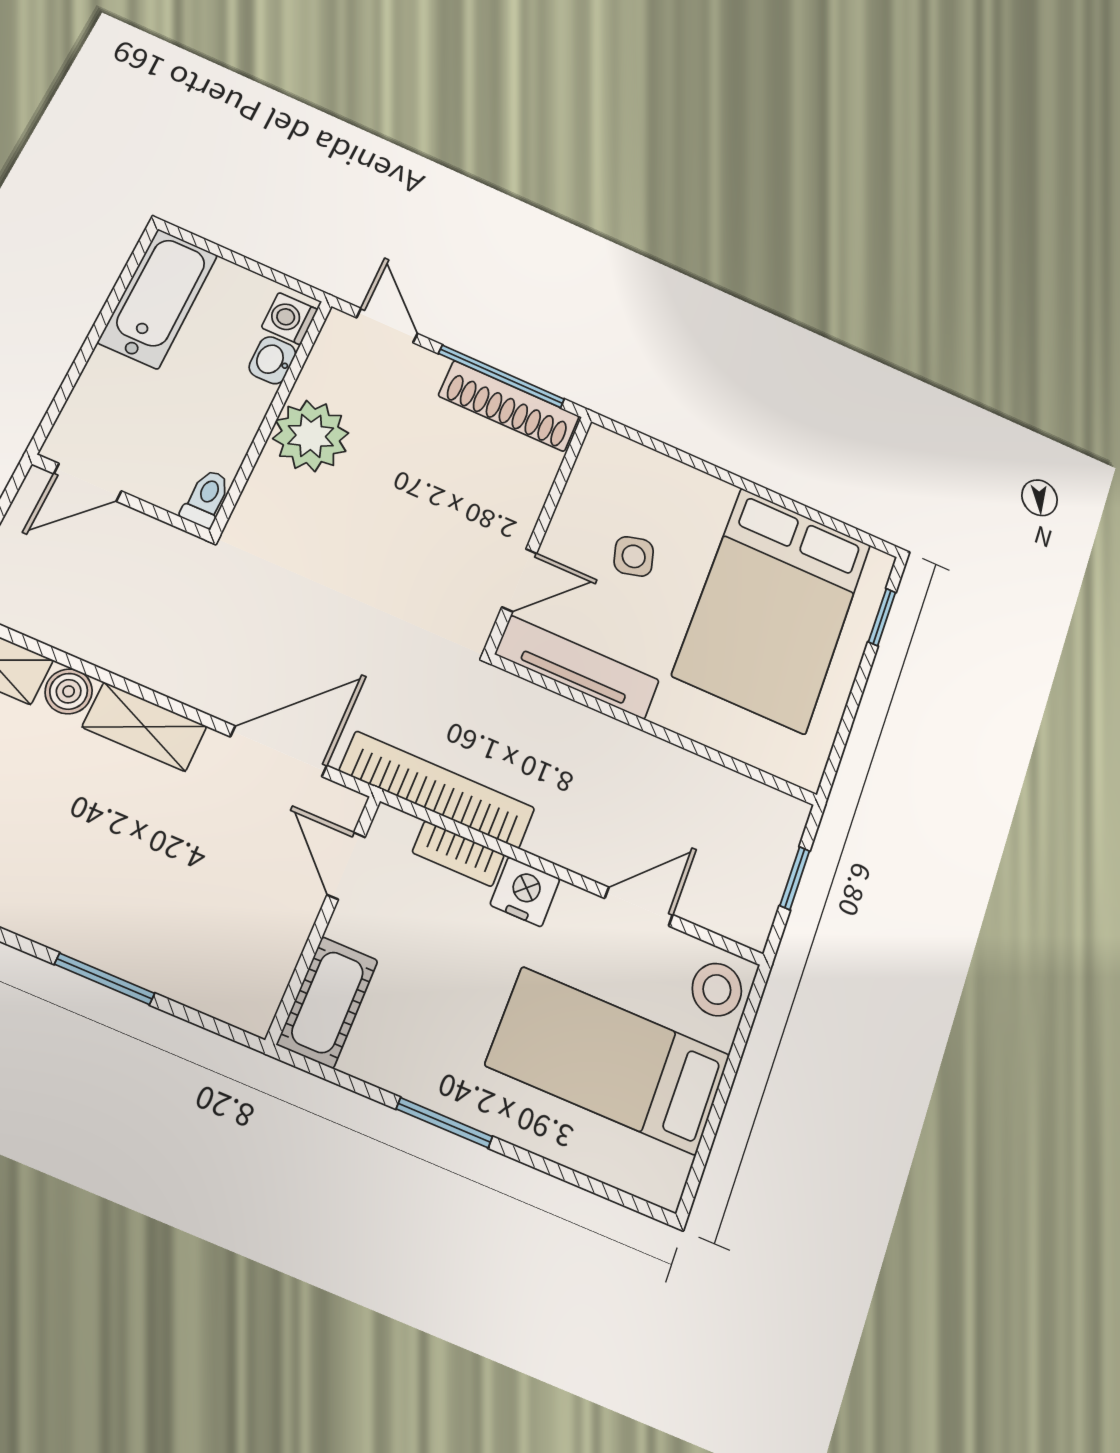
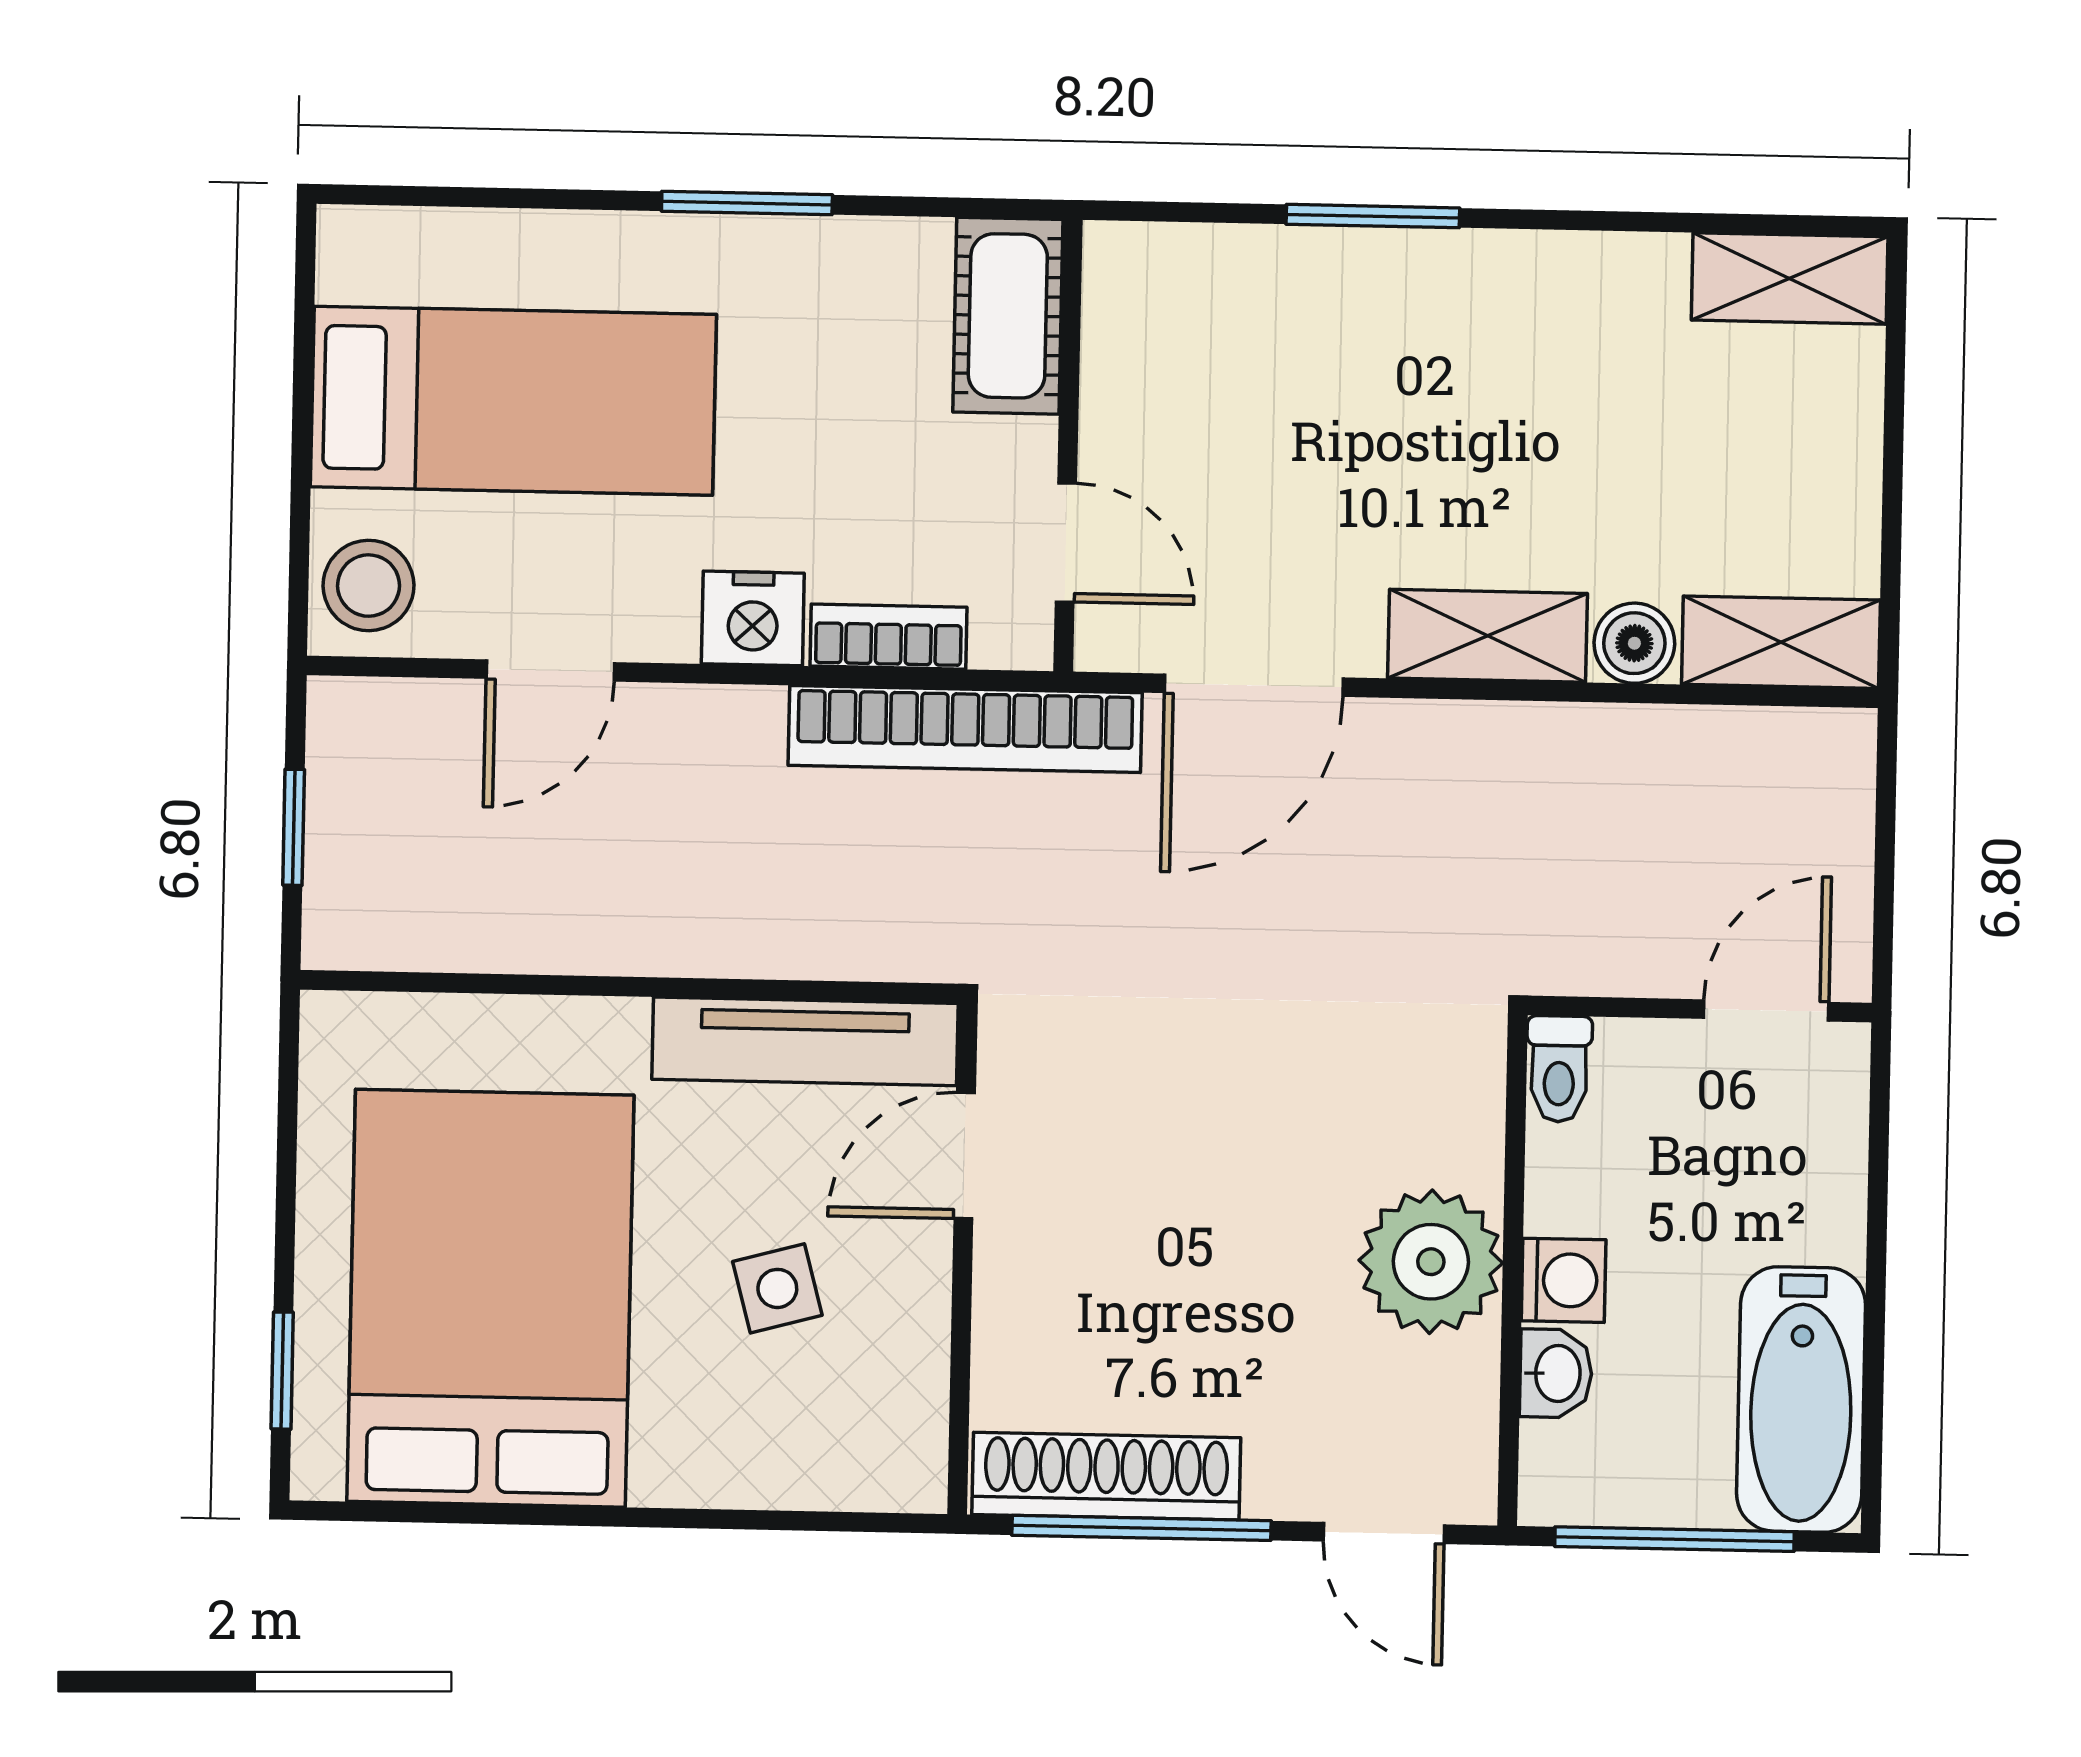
window: (249, 264) -> (1674, 1539), added
washing machine: (290, 319) -> (1564, 1280), moved

